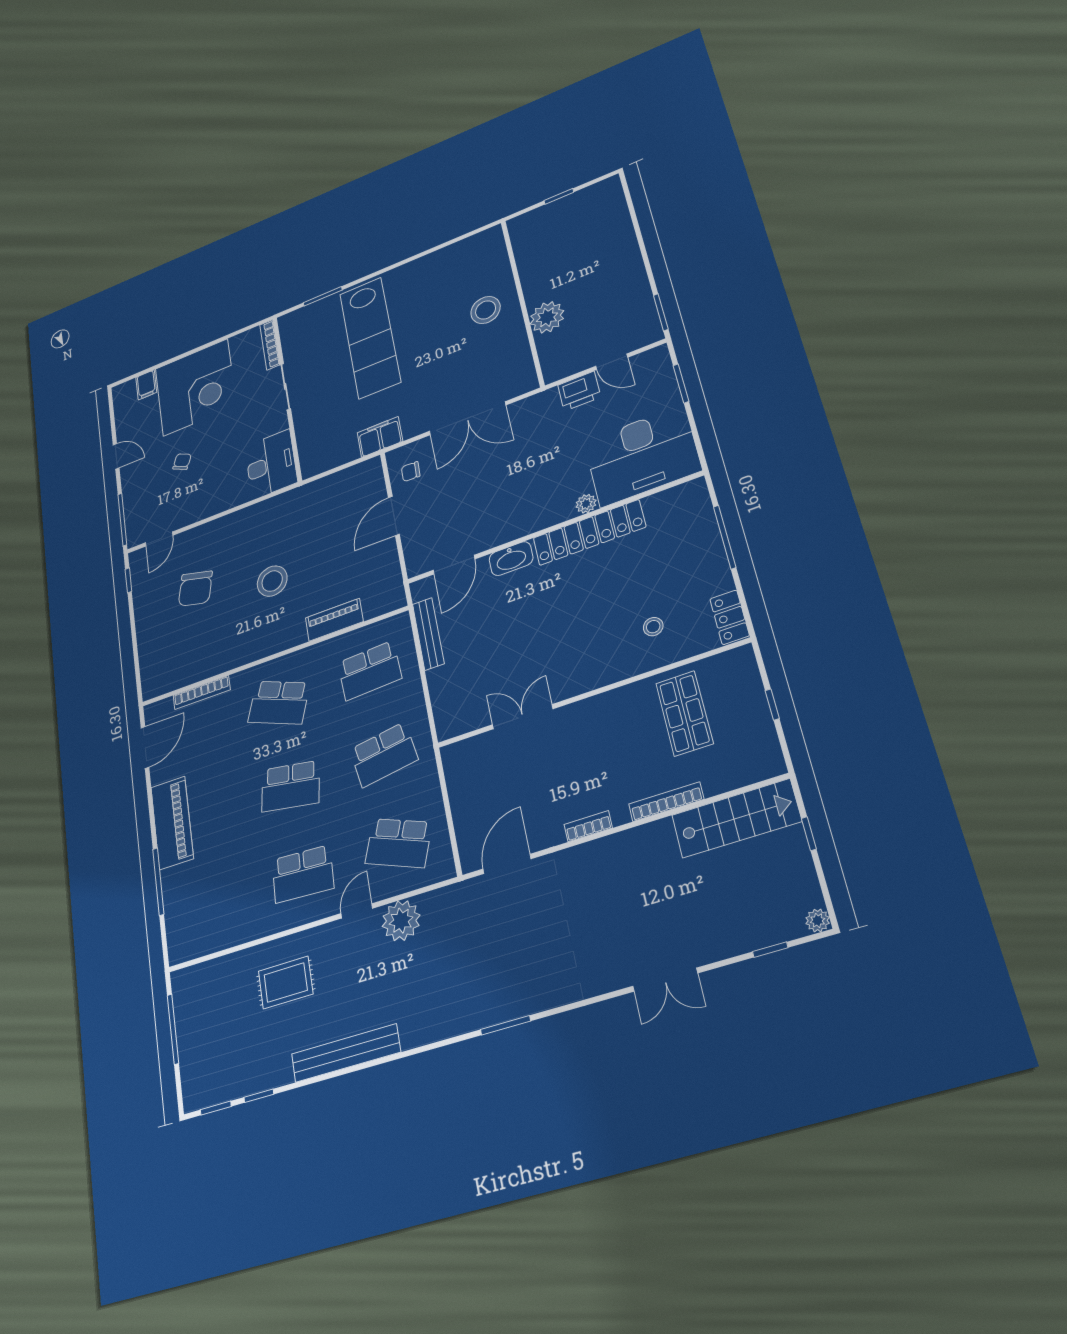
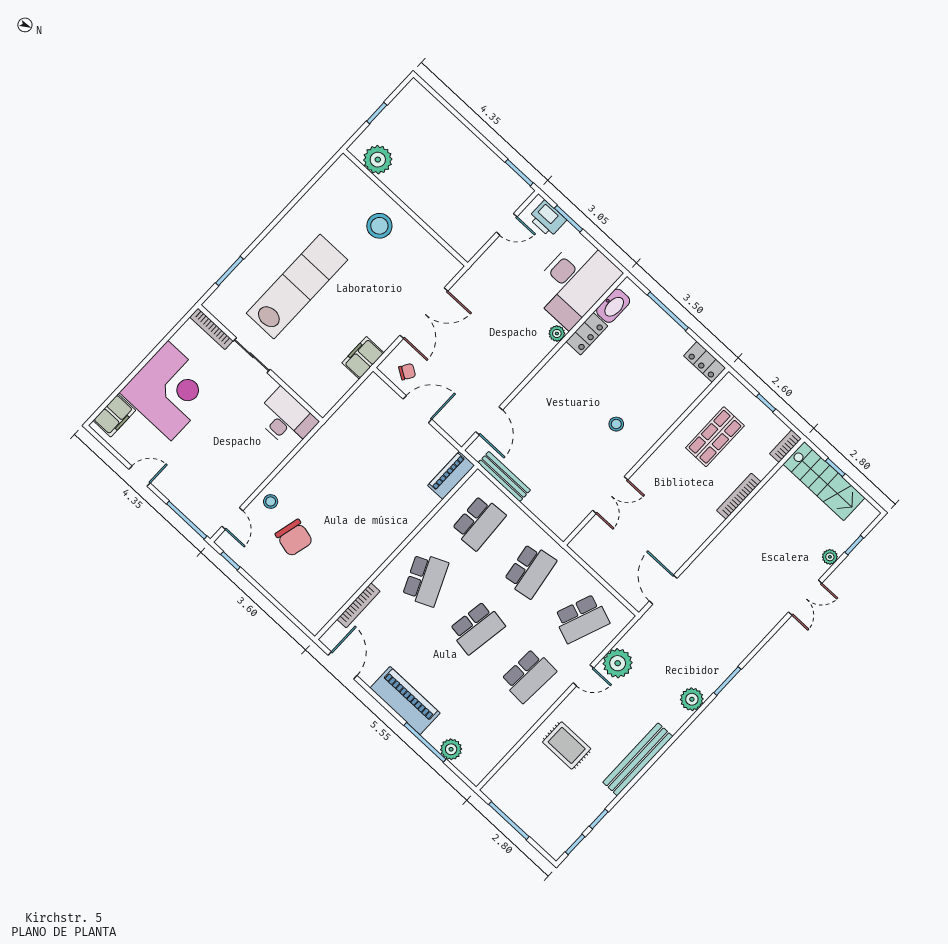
plant: (547, 317) -> (378, 160), moved
lab bench: (370, 338) -> (297, 287), turned -90
filing cabinet: (146, 385) -> (114, 415), width x2.00
printer: (579, 391) -> (547, 219), moved, turned 90
chair: (182, 462) -> (205, 453), removed
chair: (411, 472) -> (407, 372), turned -150
door: (394, 516) -> (417, 409), swing flipped
locker: (589, 533) -> (587, 334), width x0.46, depth x0.83
washbasin: (511, 559) -> (613, 306), moved
stool: (272, 581) -> (271, 501), moved, width x0.53, depth x0.53
piano: (334, 620) -> (451, 475), moved
stool: (653, 627) -> (616, 424), moved
school desk: (279, 703) -> (425, 580), turned -45
shop shelf: (684, 713) -> (715, 437), turned 90
double door: (523, 717) -> (610, 495), swing flipped
stairs: (736, 818) -> (824, 481), moved, turned 90
bookcase: (588, 826) -> (785, 446), moved
plant: (176, 907) -> (451, 749), added
door: (357, 911) -> (583, 675), swing flipped
plant: (818, 920) -> (830, 557), moved
rug: (286, 982) -> (567, 745), turned 90
plant: (451, 1020) -> (692, 699), added

